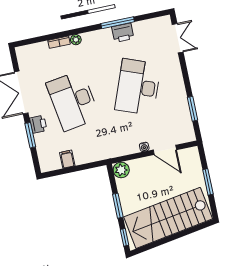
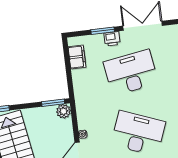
filing cabinet: (67, 159) -> (77, 57), width x2.00
window: (118, 206) -> (53, 103), moved

